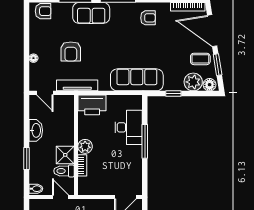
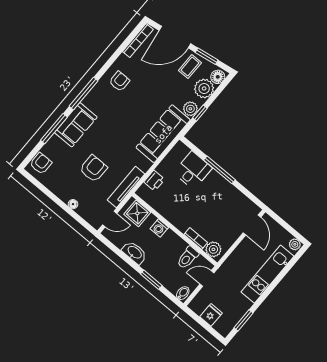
armchair: (71, 51) -> (93, 169), turned -90
plant: (171, 84) -> (190, 109), added
printer: (92, 105) -> (154, 181), width x0.53, depth x0.68
desk: (129, 127) -> (193, 170), width x0.73
washing machine: (68, 133) -> (159, 228), added
plant: (85, 146) -> (213, 249), moved
shower: (65, 155) -> (137, 213), moved

